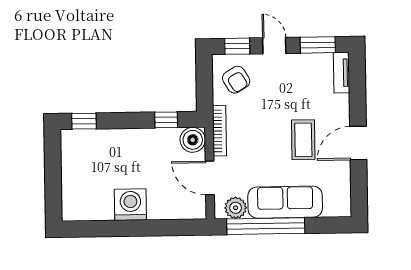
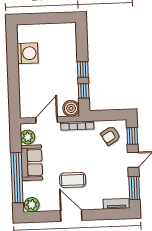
window: (84, 121) -> (83, 69), moved
sofa: (285, 202) -> (32, 163), width x0.73
plant: (340, 204) -> (32, 205), added
washing machine: (130, 205) -> (28, 53), moved
window: (266, 226) -> (17, 178), moved

